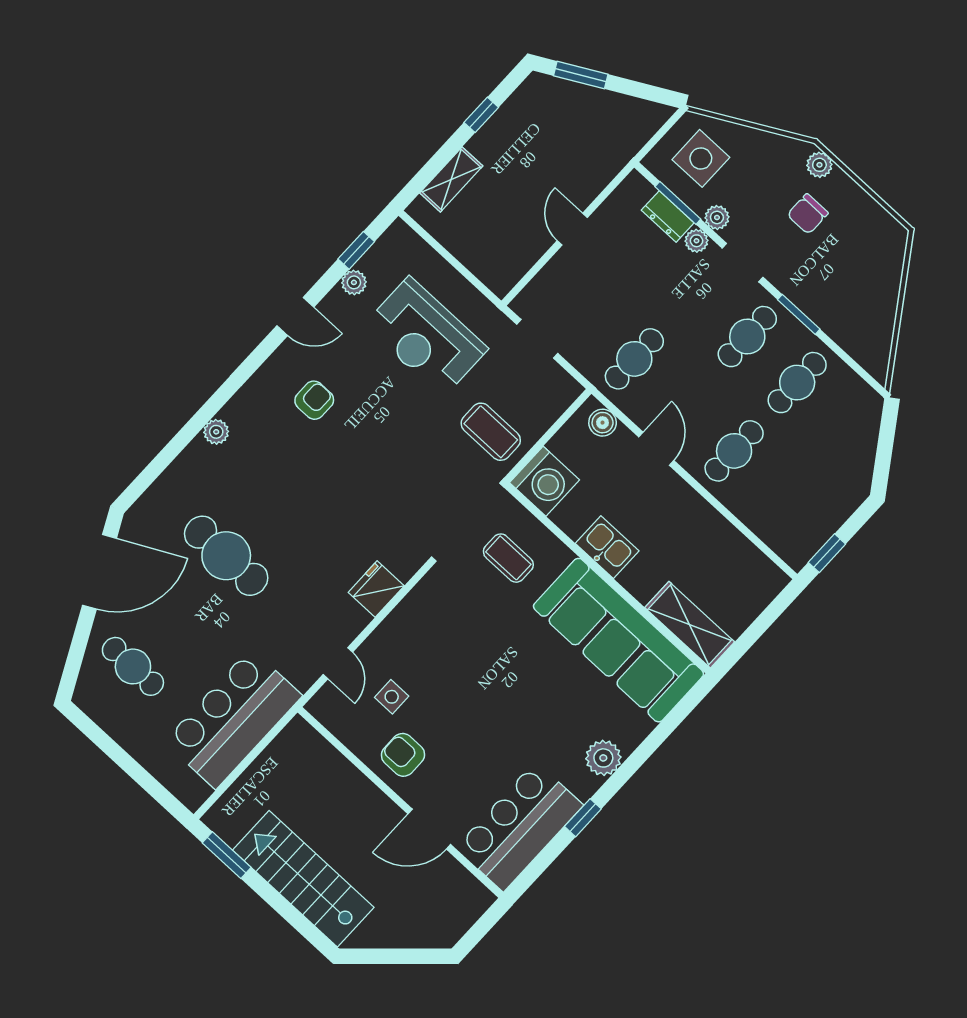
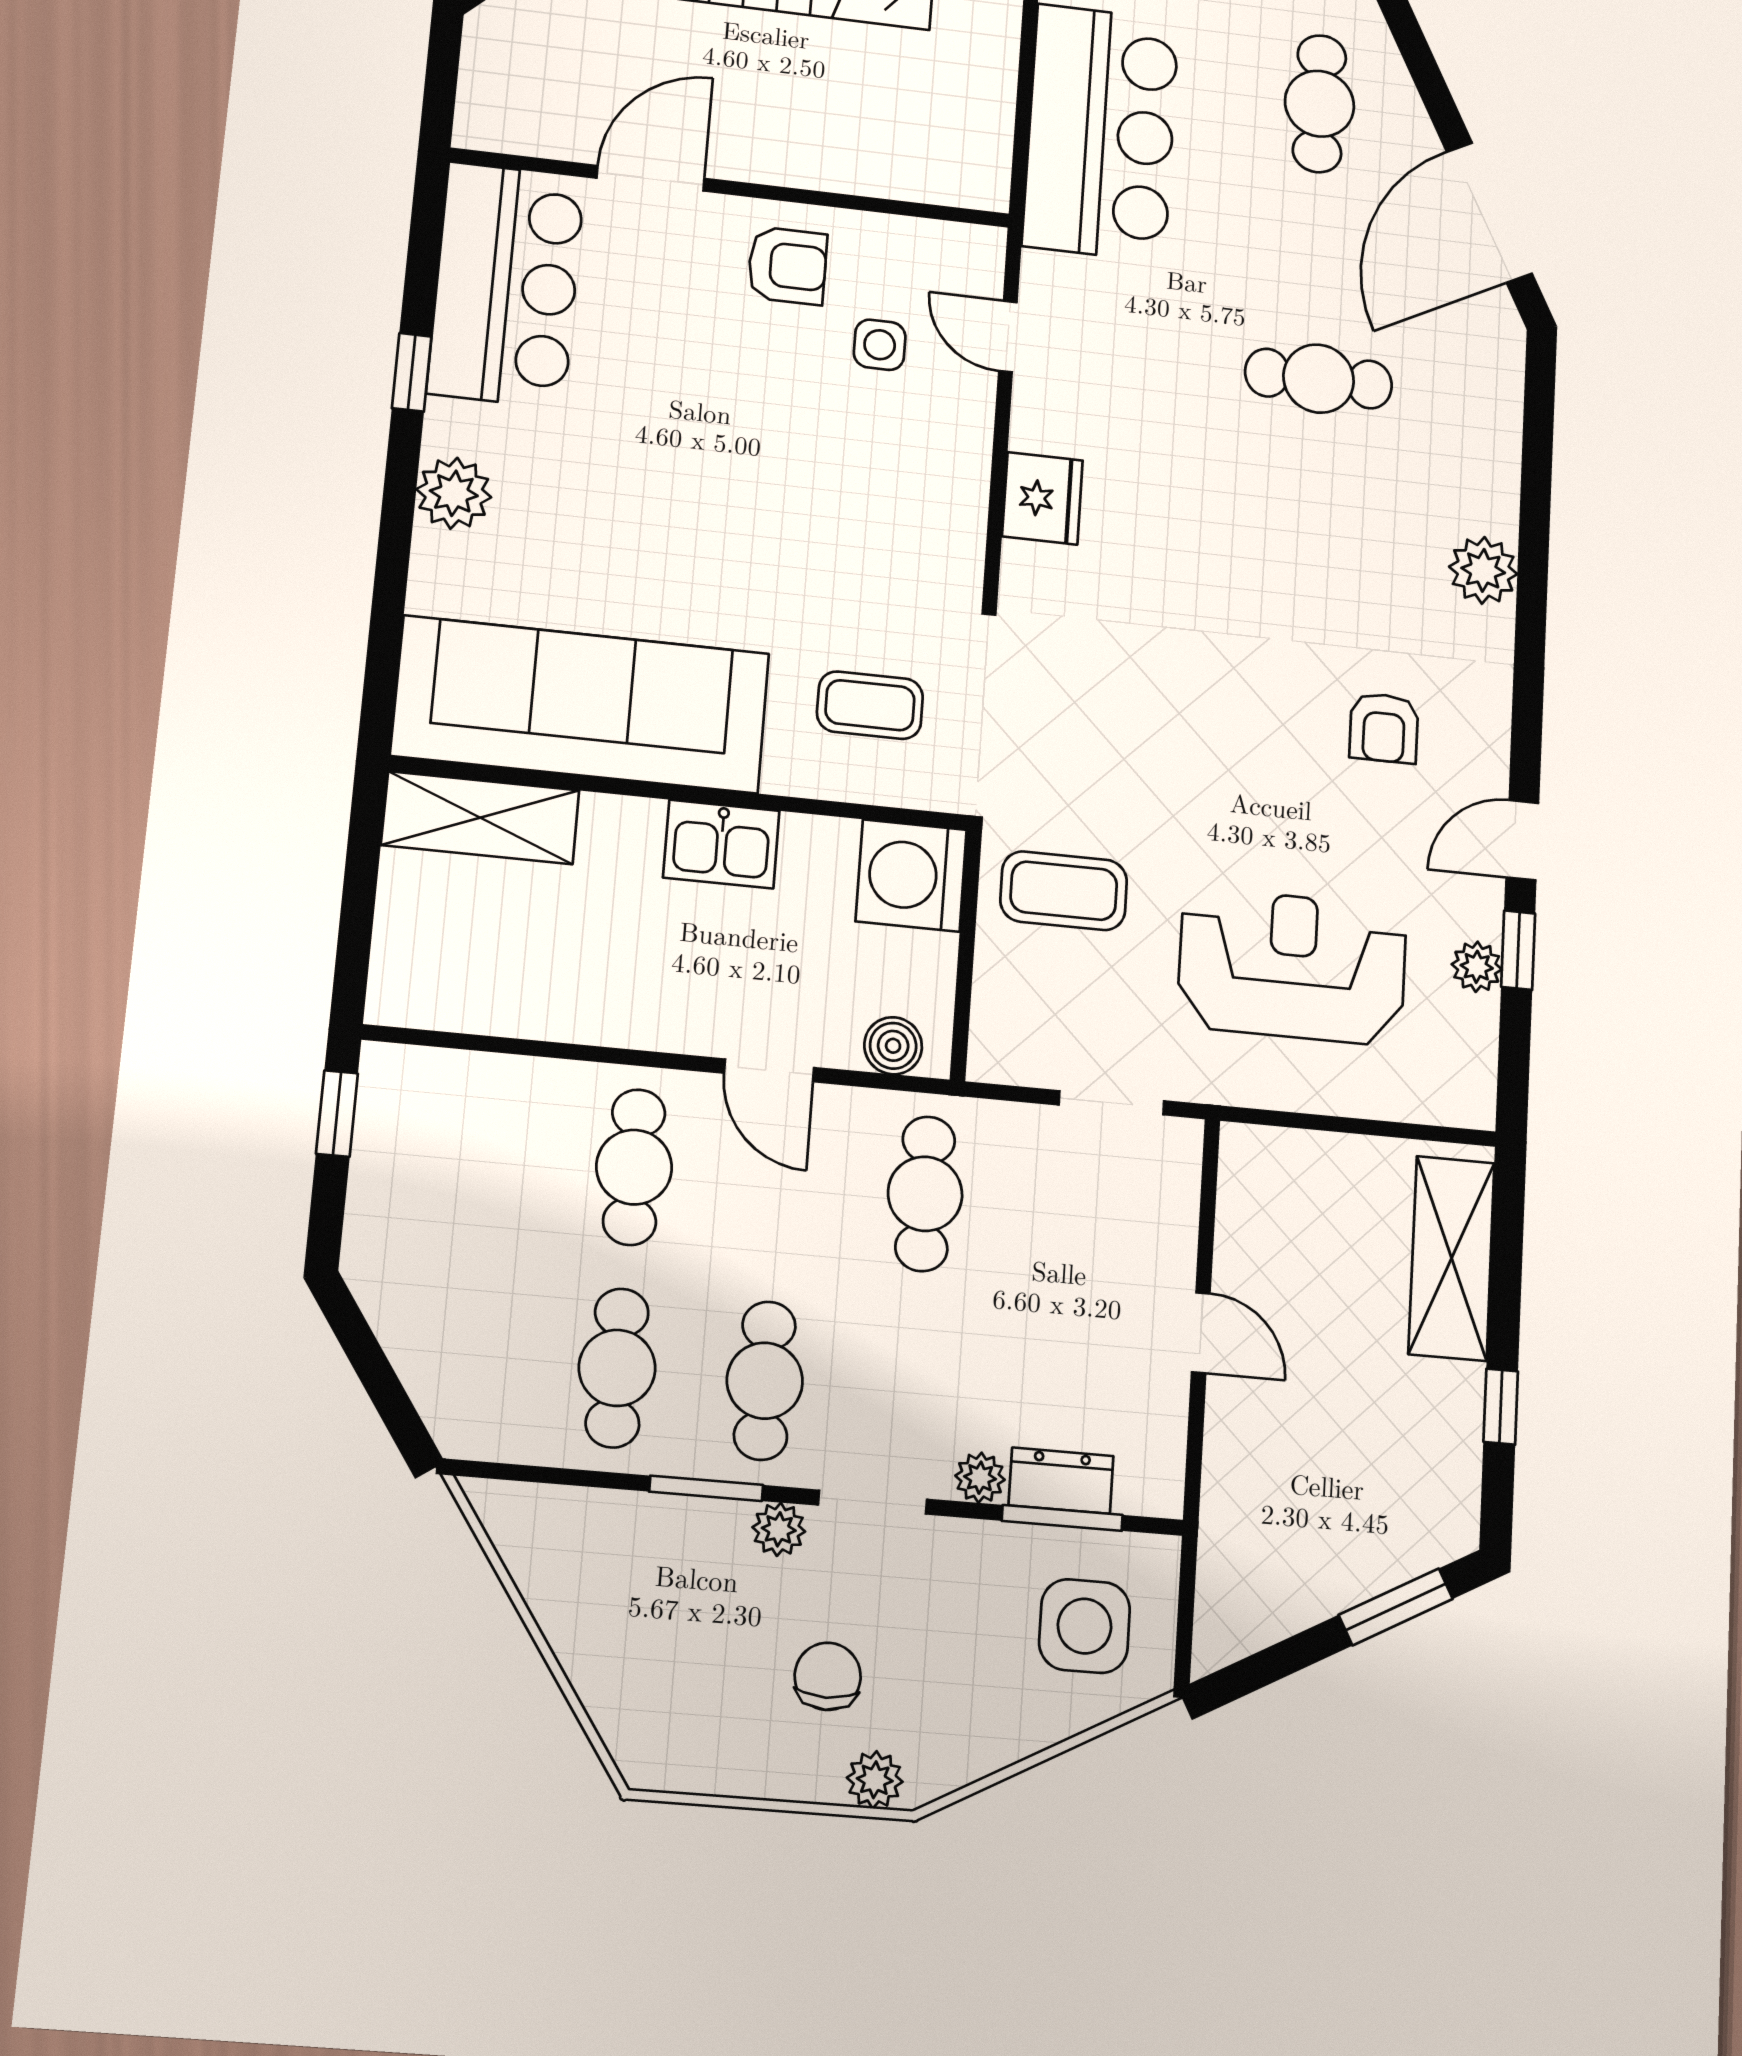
shelving: (451, 179) -> (1452, 1258), width x1.50, depth x1.33
plant: (717, 217) -> (779, 1529), moved
window: (356, 250) -> (1518, 950), moved
plant: (216, 432) -> (1483, 570), width x1.38, depth x1.38
cafe table: (226, 556) -> (1319, 379), width x0.73, depth x0.74
cafe table: (133, 666) -> (1319, 104), turned 90

